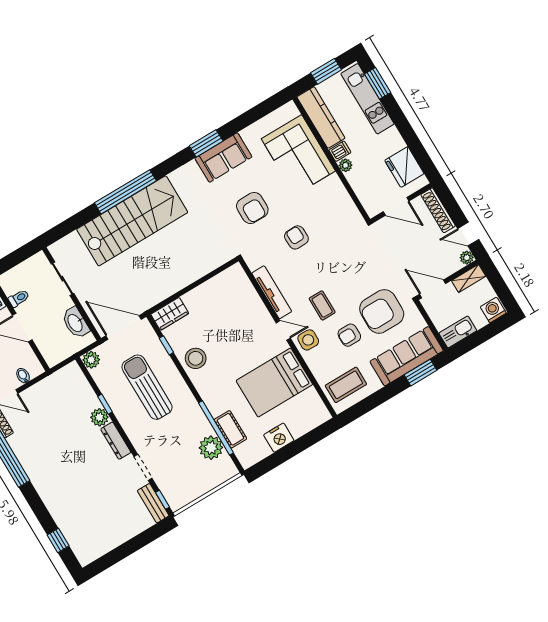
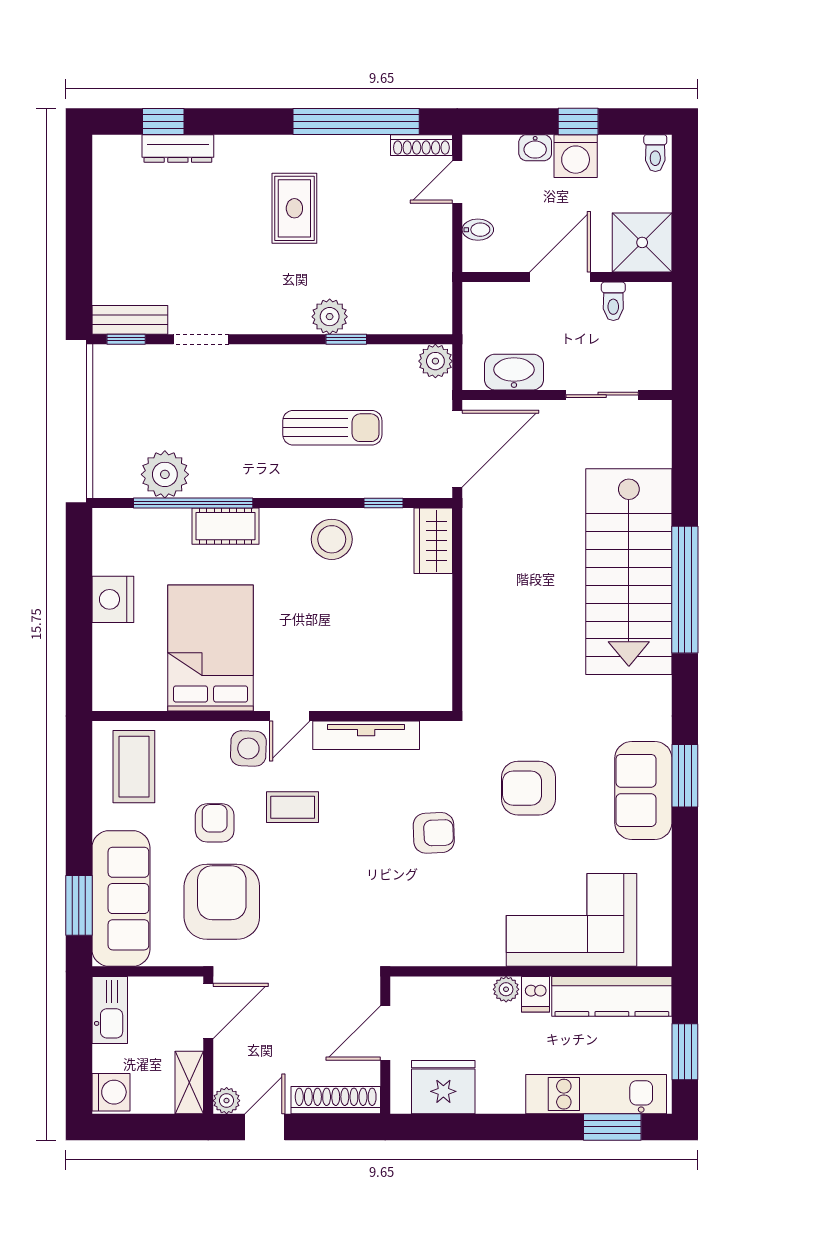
sun lounger: (147, 387) -> (332, 428), width x0.73, depth x0.75
cot: (230, 429) -> (226, 526), moved
dresser: (116, 441) -> (178, 149), moved, turned 180
rug: (62, 461) -> (294, 208), added

